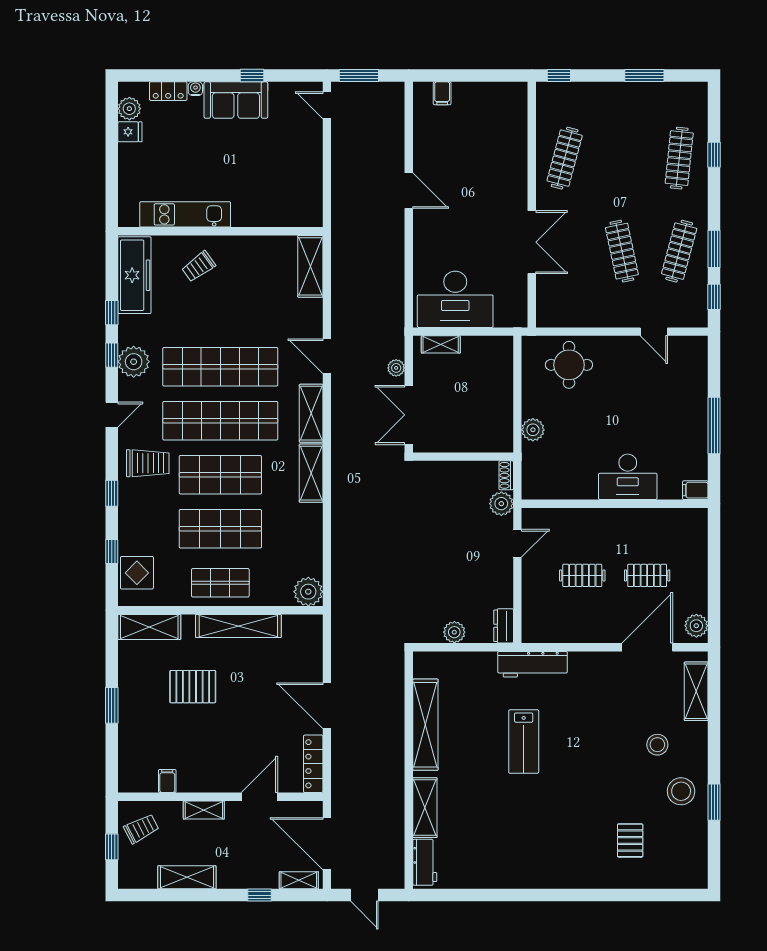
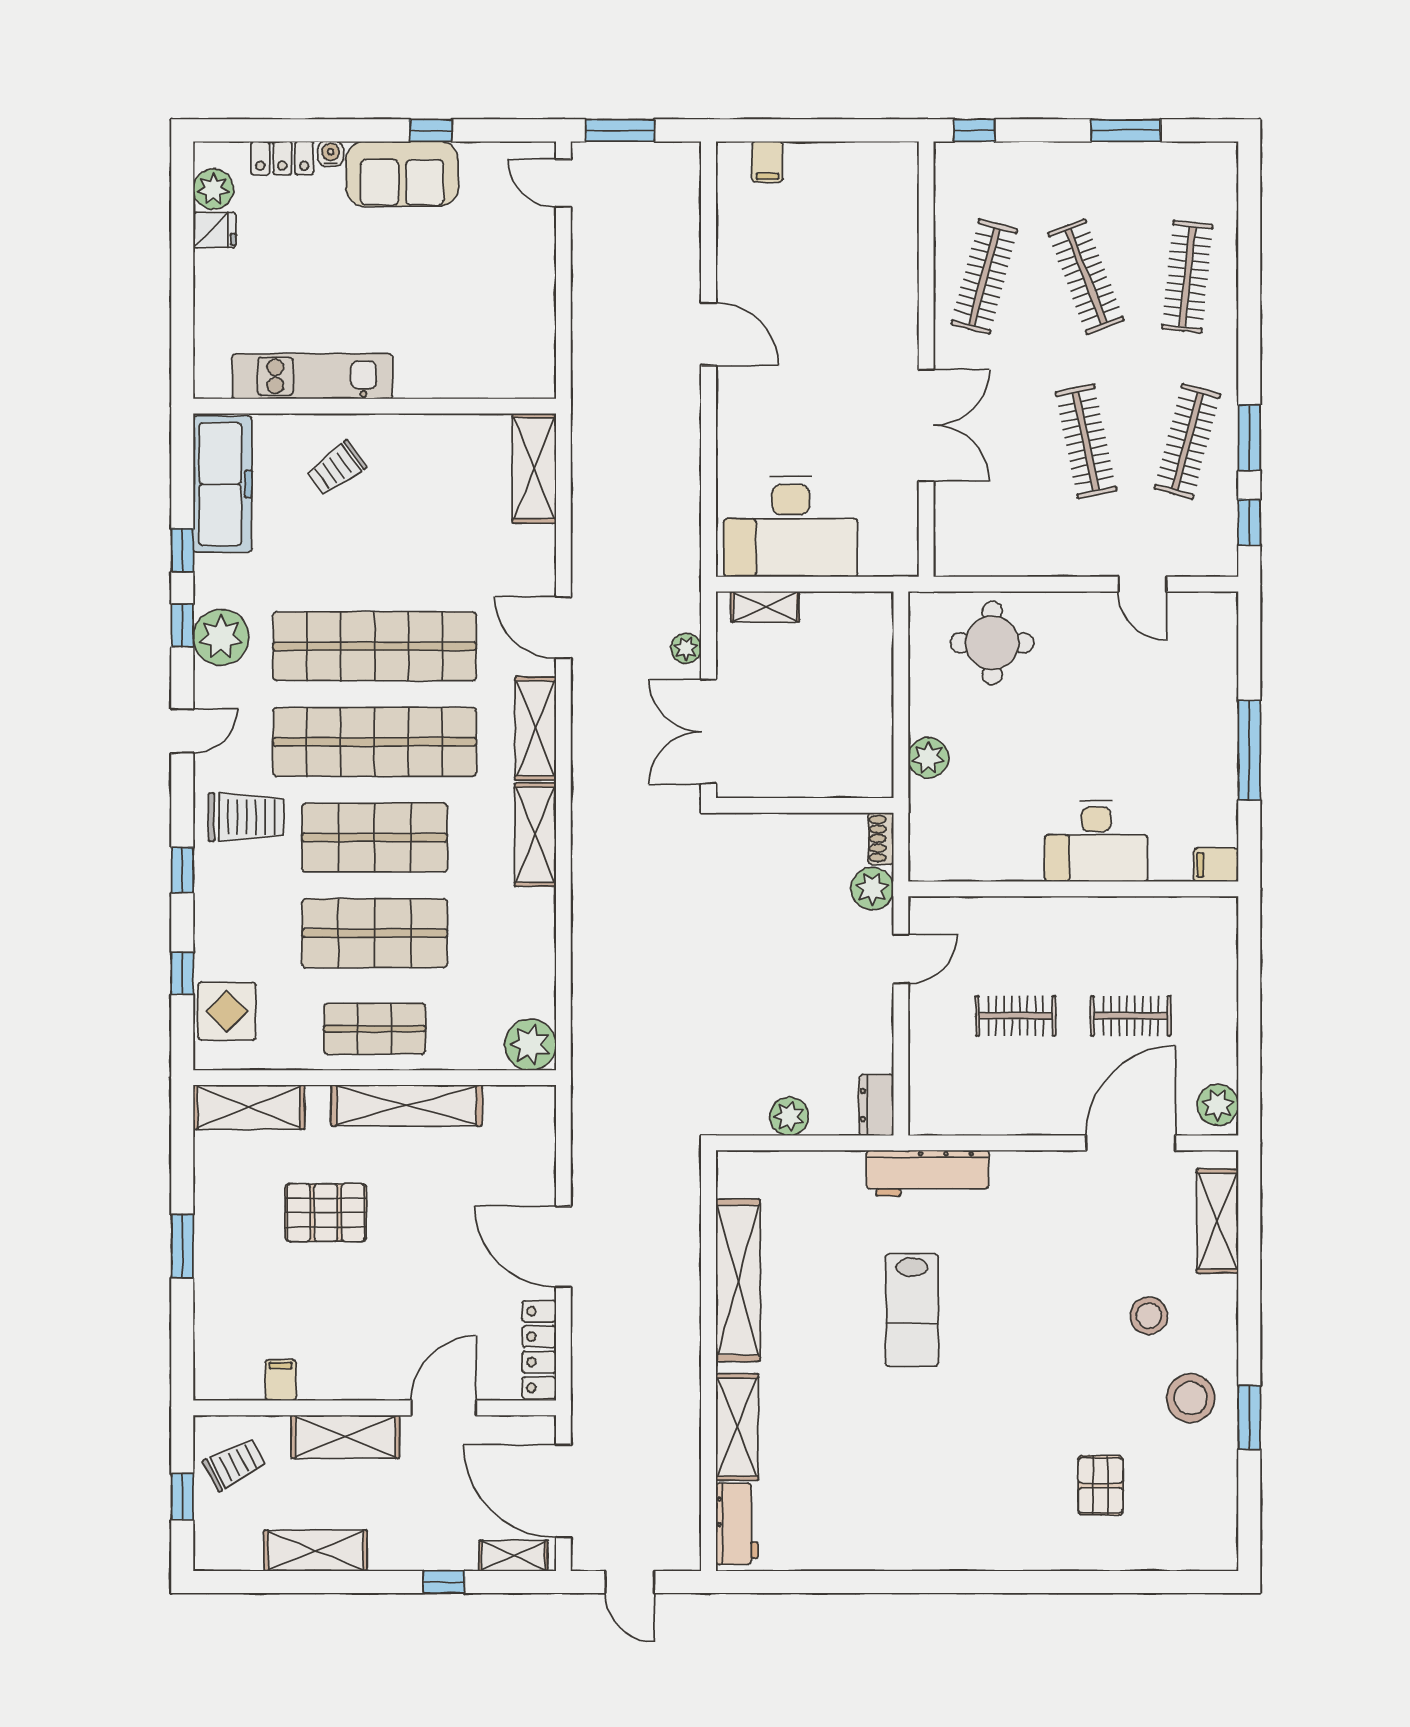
window: (714, 155) -> (1249, 271), removed
clothes rail: (622, 158) -> (1086, 277), added
shelving: (204, 810) -> (345, 1437), width x1.50, depth x1.33

